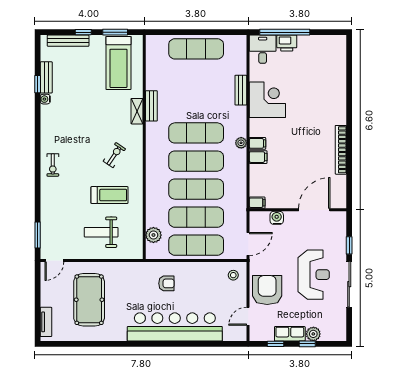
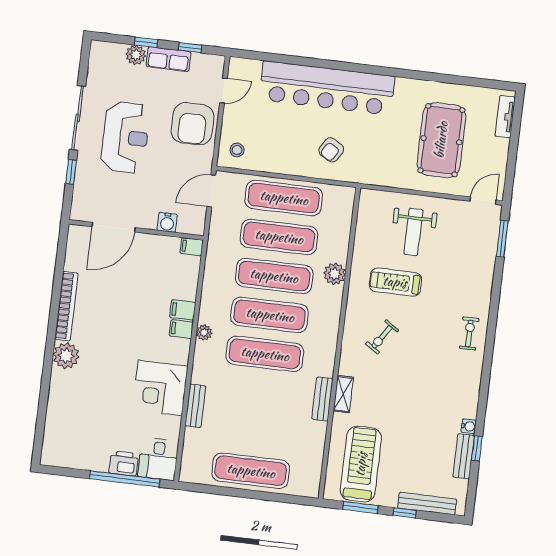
plant: (337, 115) -> (66, 356), added
weight bench: (101, 232) -> (413, 232), turned 90
plant: (153, 235) -> (335, 274), moved
reception desk: (314, 275) -> (125, 137), turned 180
armchair: (166, 283) -> (331, 150), turned -59

